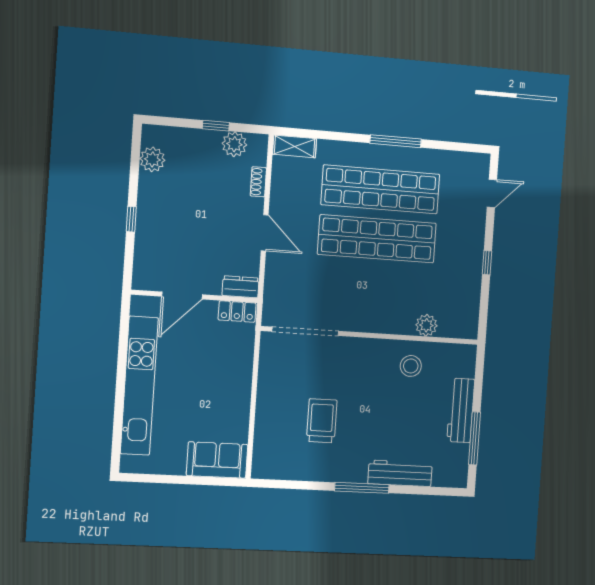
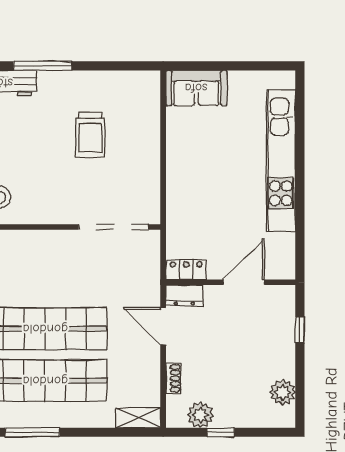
dresser: (240, 287) -> (184, 295), moved
door: (182, 295) -> (244, 282), moved
wall: (195, 296) -> (231, 282), moved
locker: (237, 312) -> (186, 270), moved

